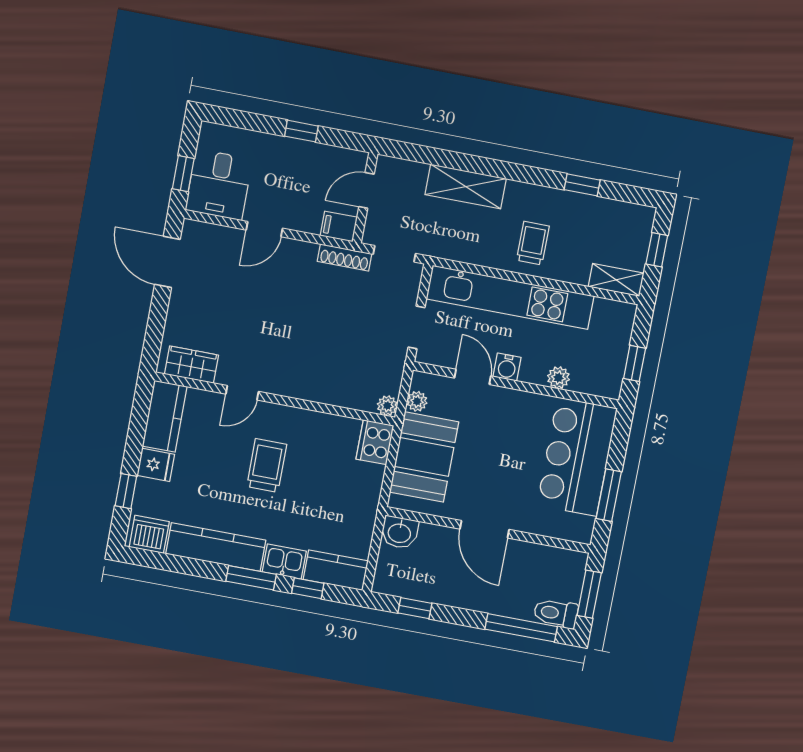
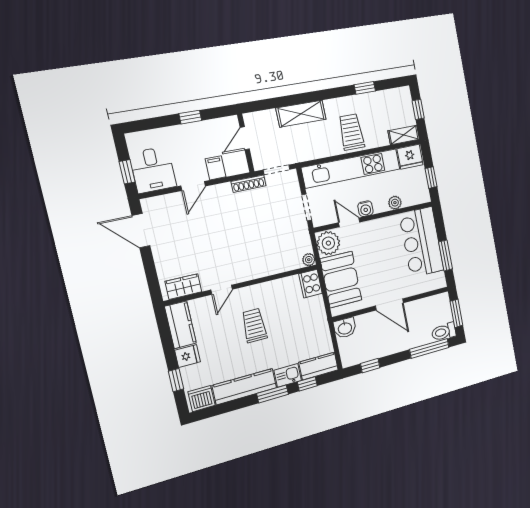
filing cabinet: (339, 226) -> (215, 168), moved, turned 90
trolley: (533, 243) -> (351, 132), width x1.36, depth x1.39
fridge: (613, 317) -> (410, 157), added
plant: (417, 401) -> (328, 243), width x1.88, depth x1.88

